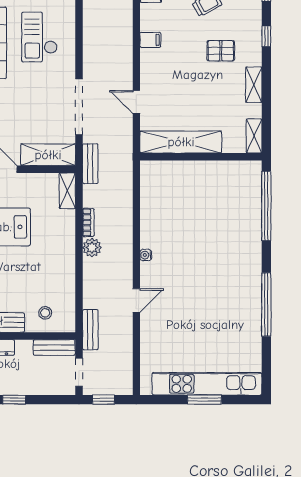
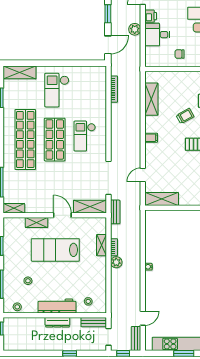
door: (136, 102) -> (143, 175), hinge flipped
shelving: (181, 142) -> (162, 199), width x0.68
shelving: (67, 191) -> (101, 245), moved
door: (136, 301) -> (143, 318), moved
bench: (90, 330) -> (136, 339), moved

